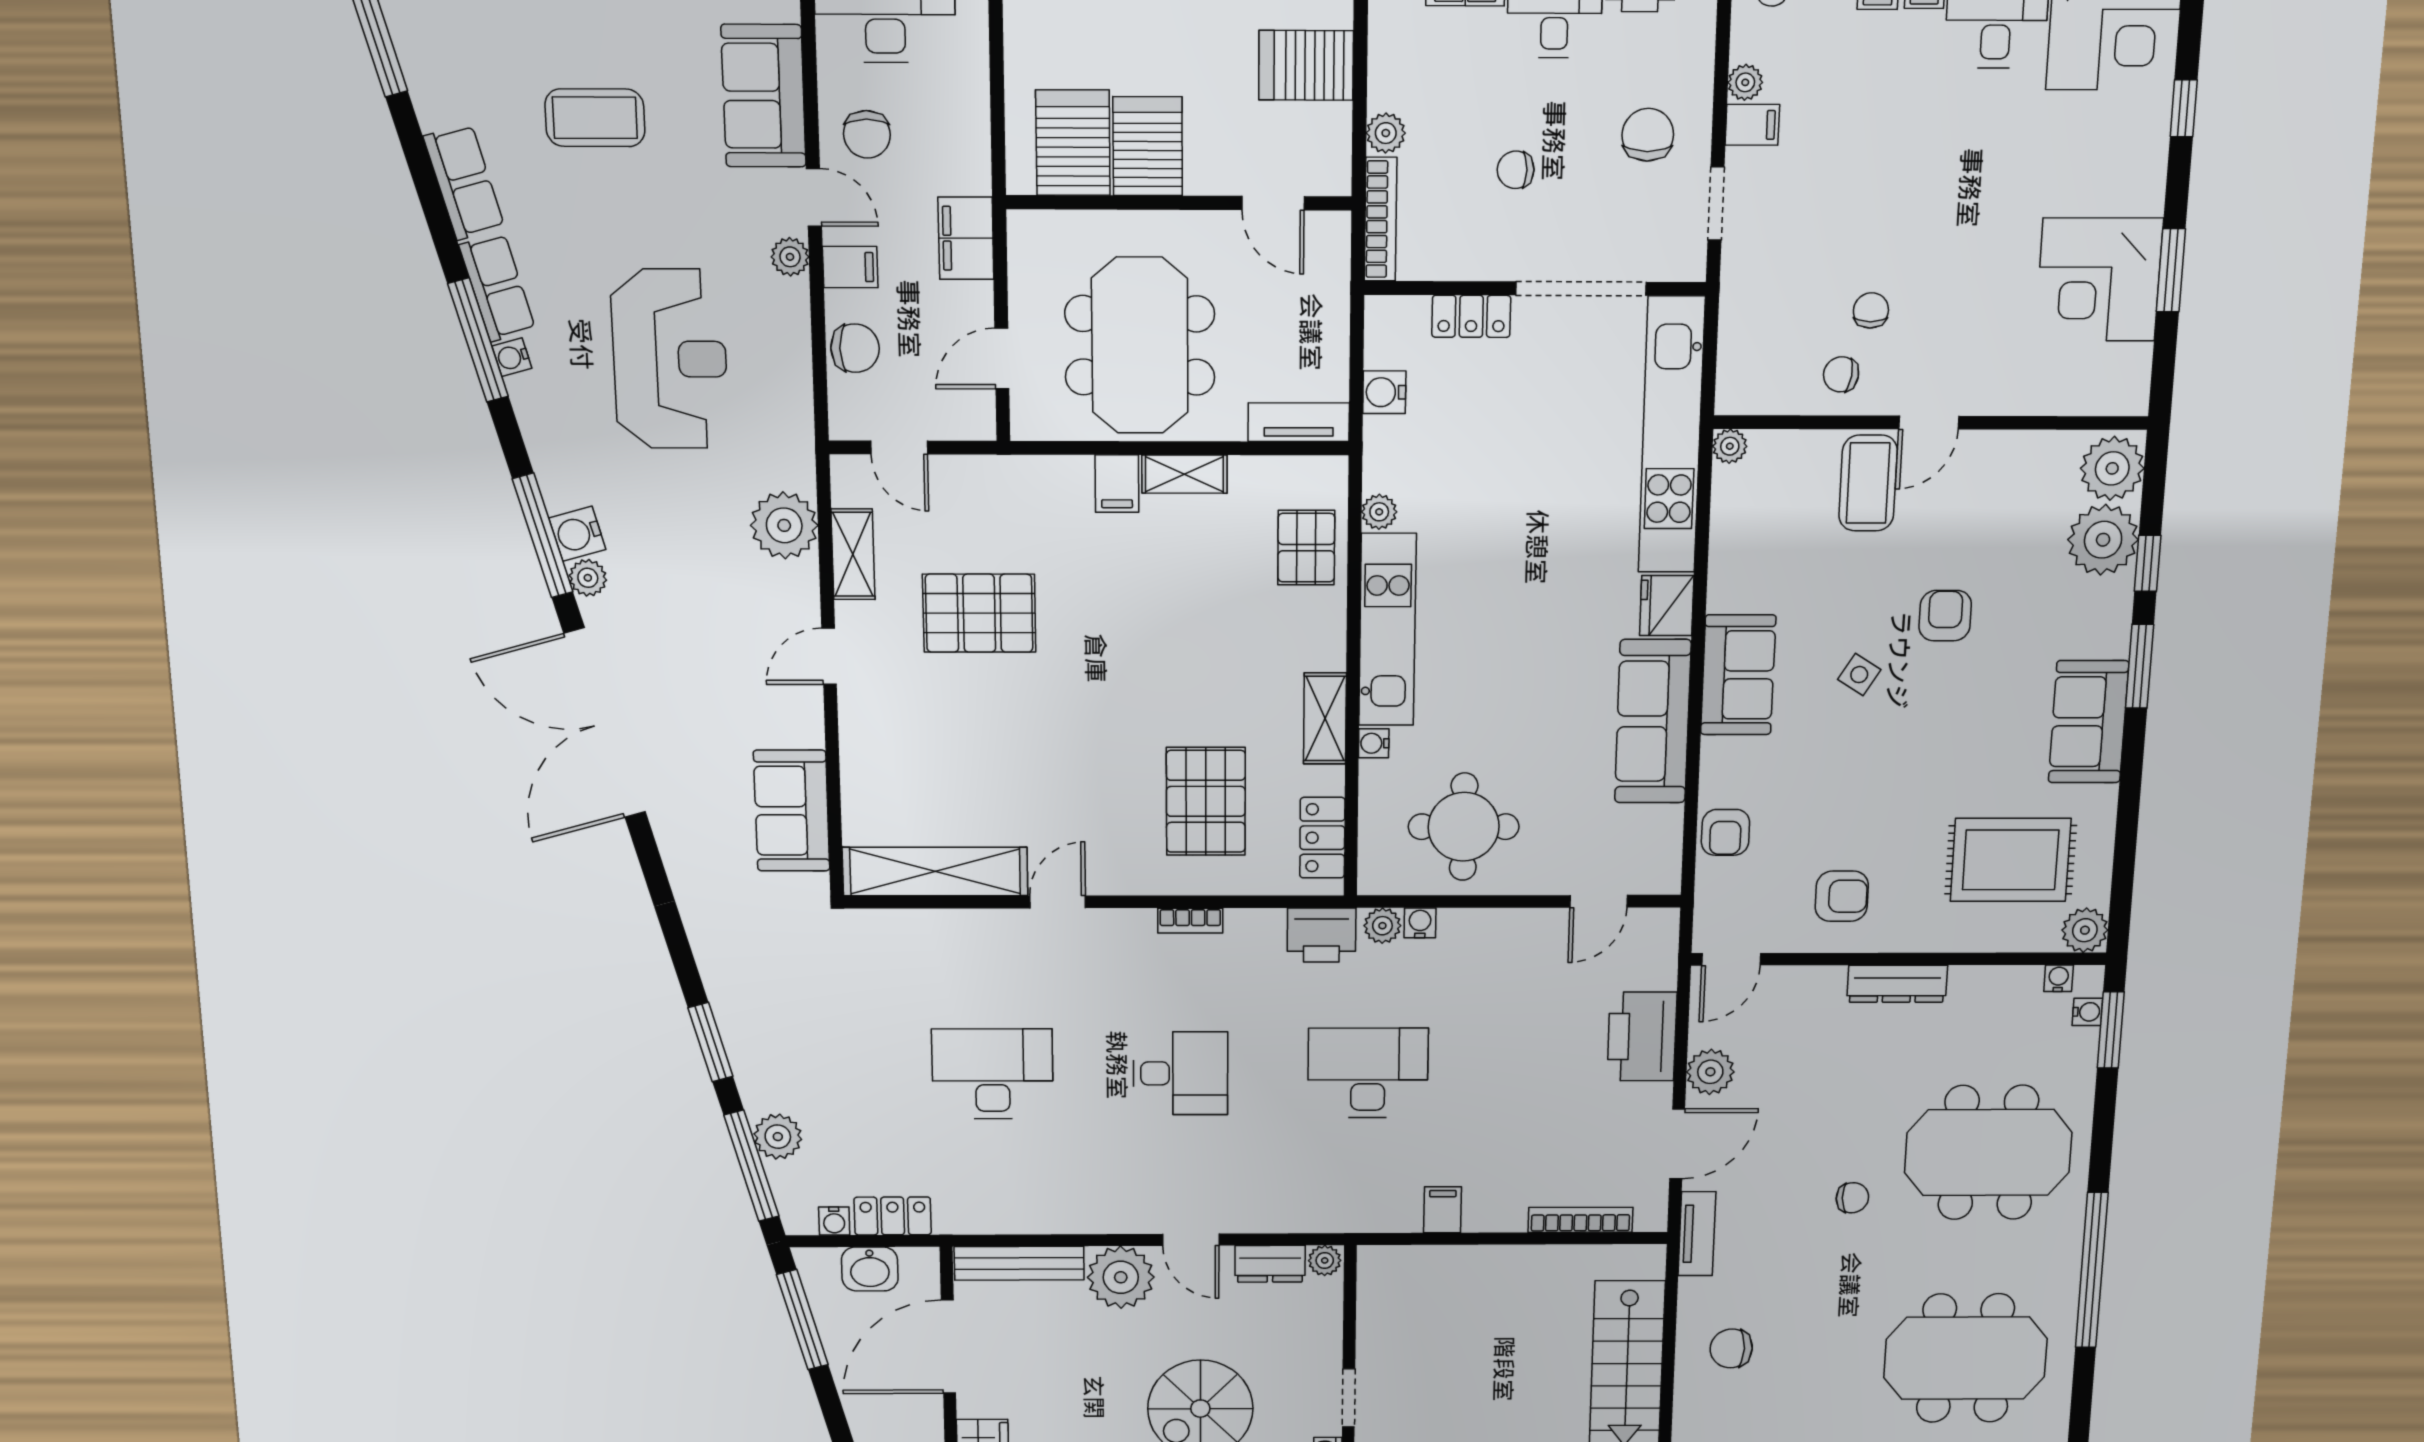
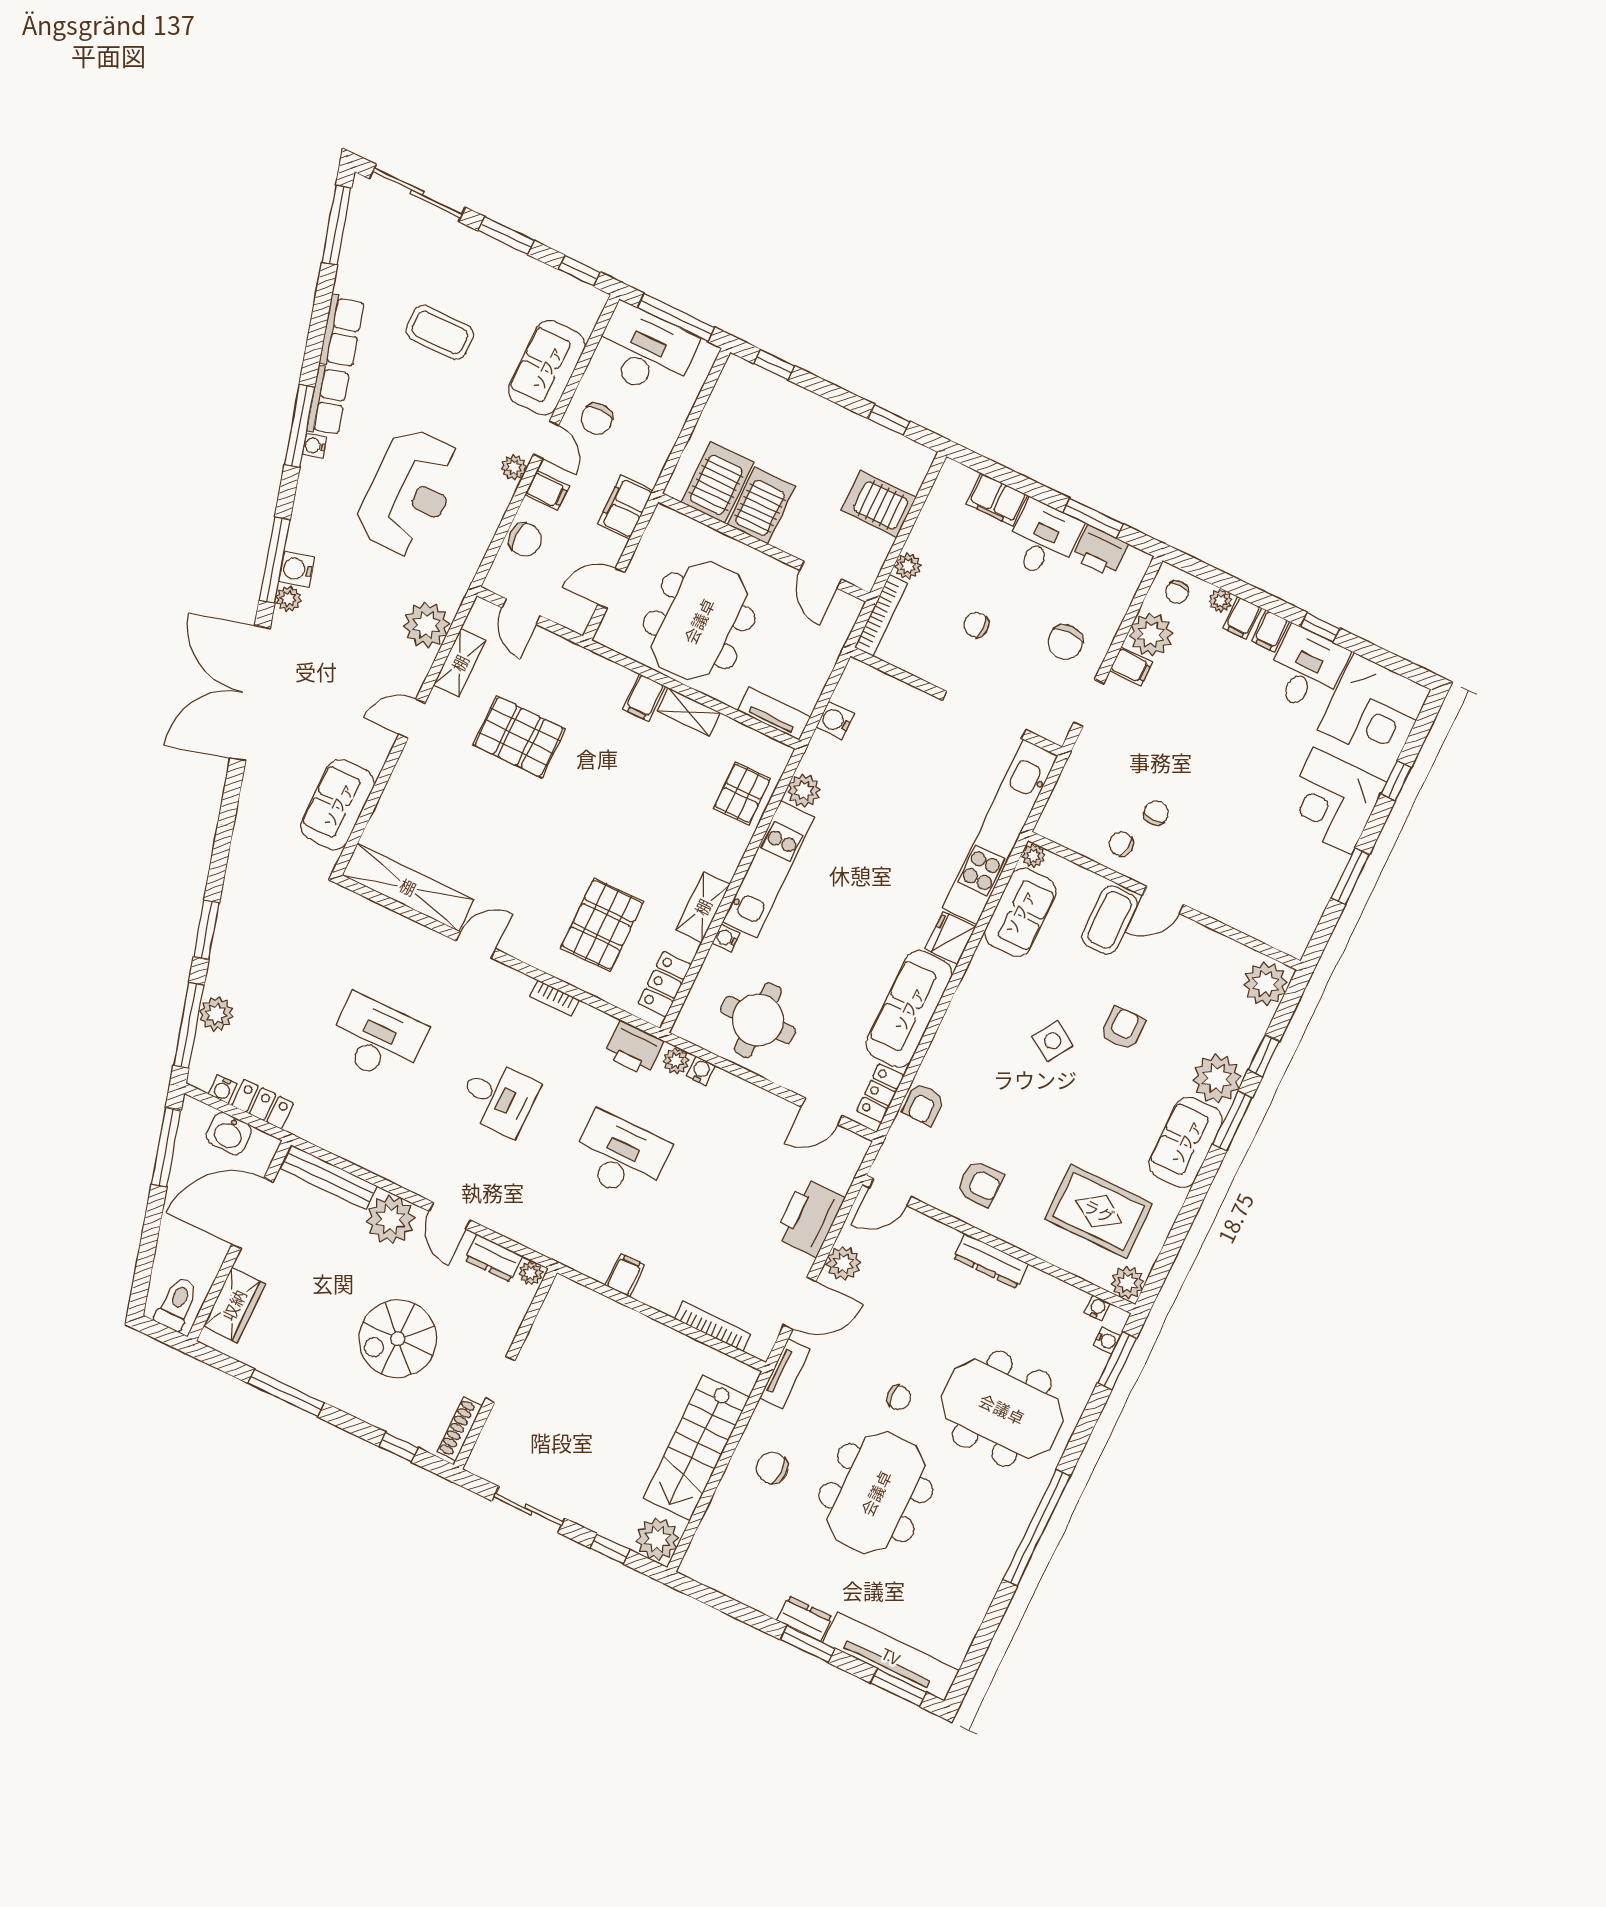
plant: (1745, 82) -> (1151, 634), width x1.88, depth x1.88
chair: (1648, 135) -> (1065, 642), turned 180
corner desk: (2099, 280) -> (1332, 801), moved
locker: (1471, 316) -> (880, 1093), moved, turned 90
plant: (1379, 512) -> (804, 791), width x1.38, depth x1.38
plant: (2103, 540) -> (1217, 1079), moved
sofa: (1738, 675) -> (1020, 912), moved
side table: (1859, 675) -> (1053, 1041), width x1.37, depth x1.37
meeting table: (1965, 1358) -> (876, 1493), moved, turned 90

